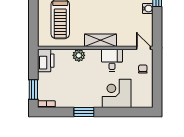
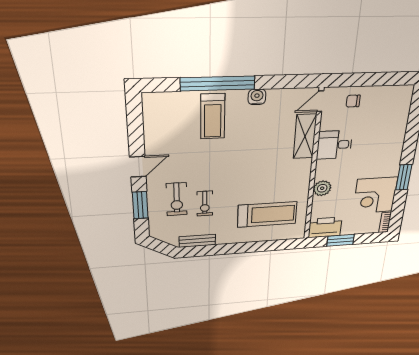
shelving: (100, 40) -> (305, 136), moved
window: (33, 90) -> (340, 240), moved
corner desk: (117, 93) -> (375, 195), moved

